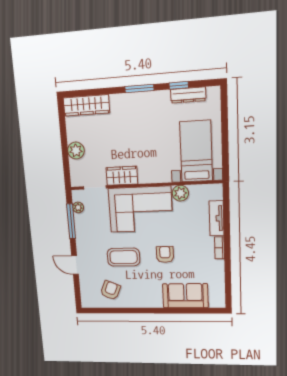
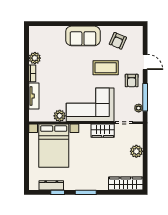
bed with nightstands: (196, 151) -> (54, 146), width x1.36
armchair: (165, 254) -> (132, 81), moved
plant: (217, 268) -> (35, 58), added
sofa: (185, 296) -> (83, 36), moved

